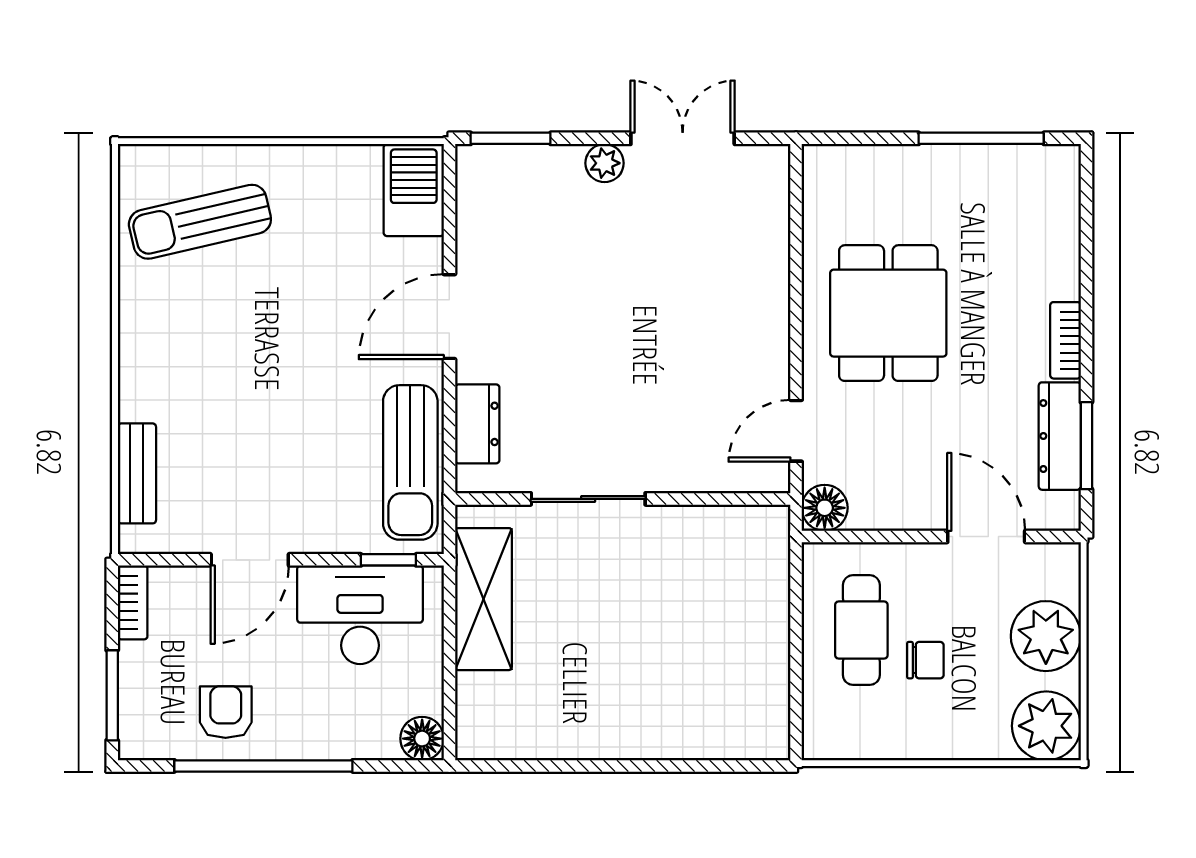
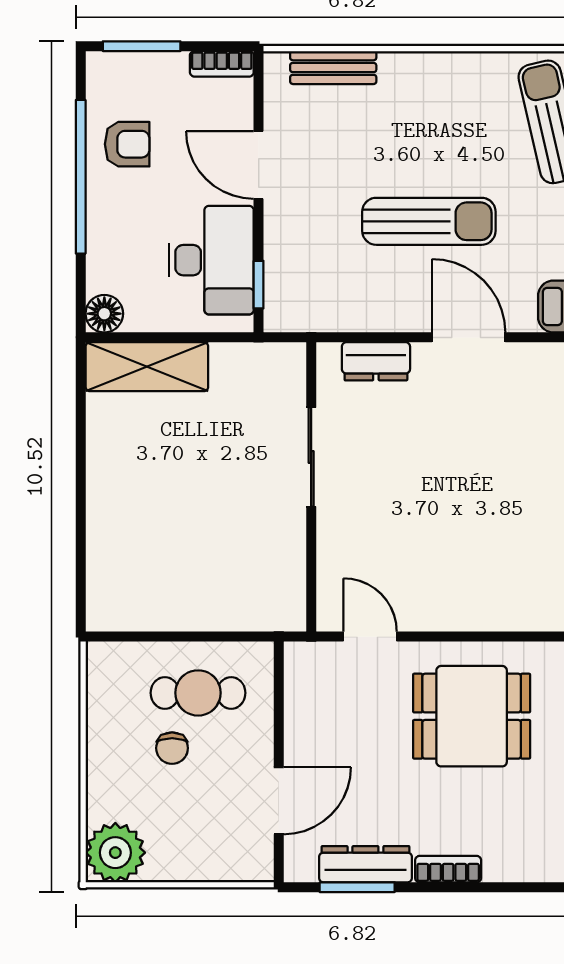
sun lounger: (410, 462) -> (429, 221), moved, turned 180
floor lamp: (825, 508) -> (304, 661), removed
shelving: (483, 599) -> (147, 367), moved
plant: (1046, 636) -> (193, 852), removed

